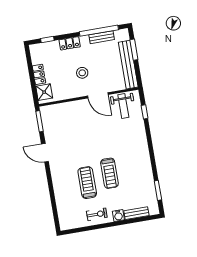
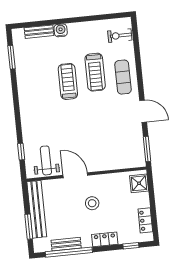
locker: (39, 74) -> (145, 220), moved
exercise mat: (64, 180) -> (123, 77), added
exercise bike: (97, 214) -> (120, 36), moved

